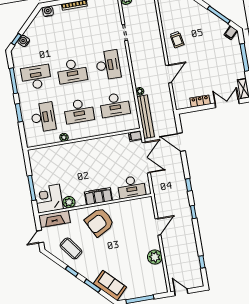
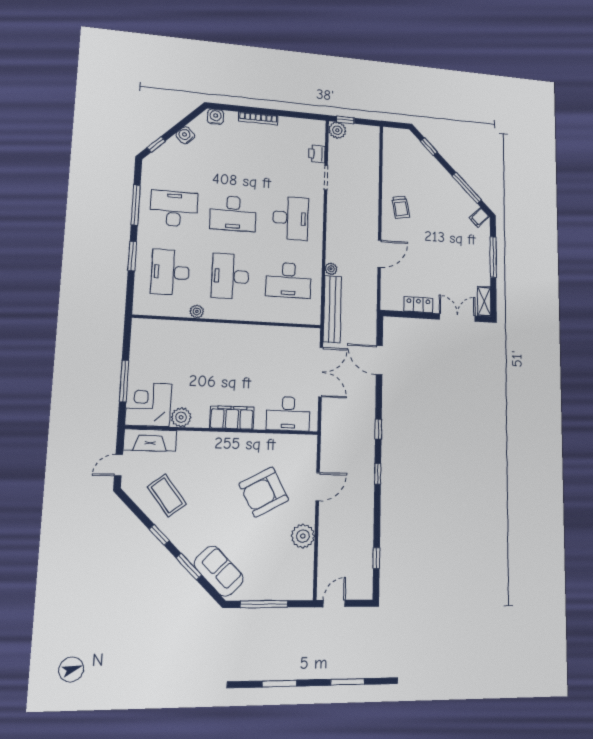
printer: (116, 18) -> (317, 154), added
water cooler: (24, 41) -> (185, 135), moved
desk: (79, 111) -> (230, 276), turned 90
desk: (43, 117) -> (170, 272), turned 180
filing cabinet: (135, 136) -> (311, 335), removed
armchair: (99, 222) -> (264, 492), moved
door: (181, 292) -> (334, 604), hinge flipped

